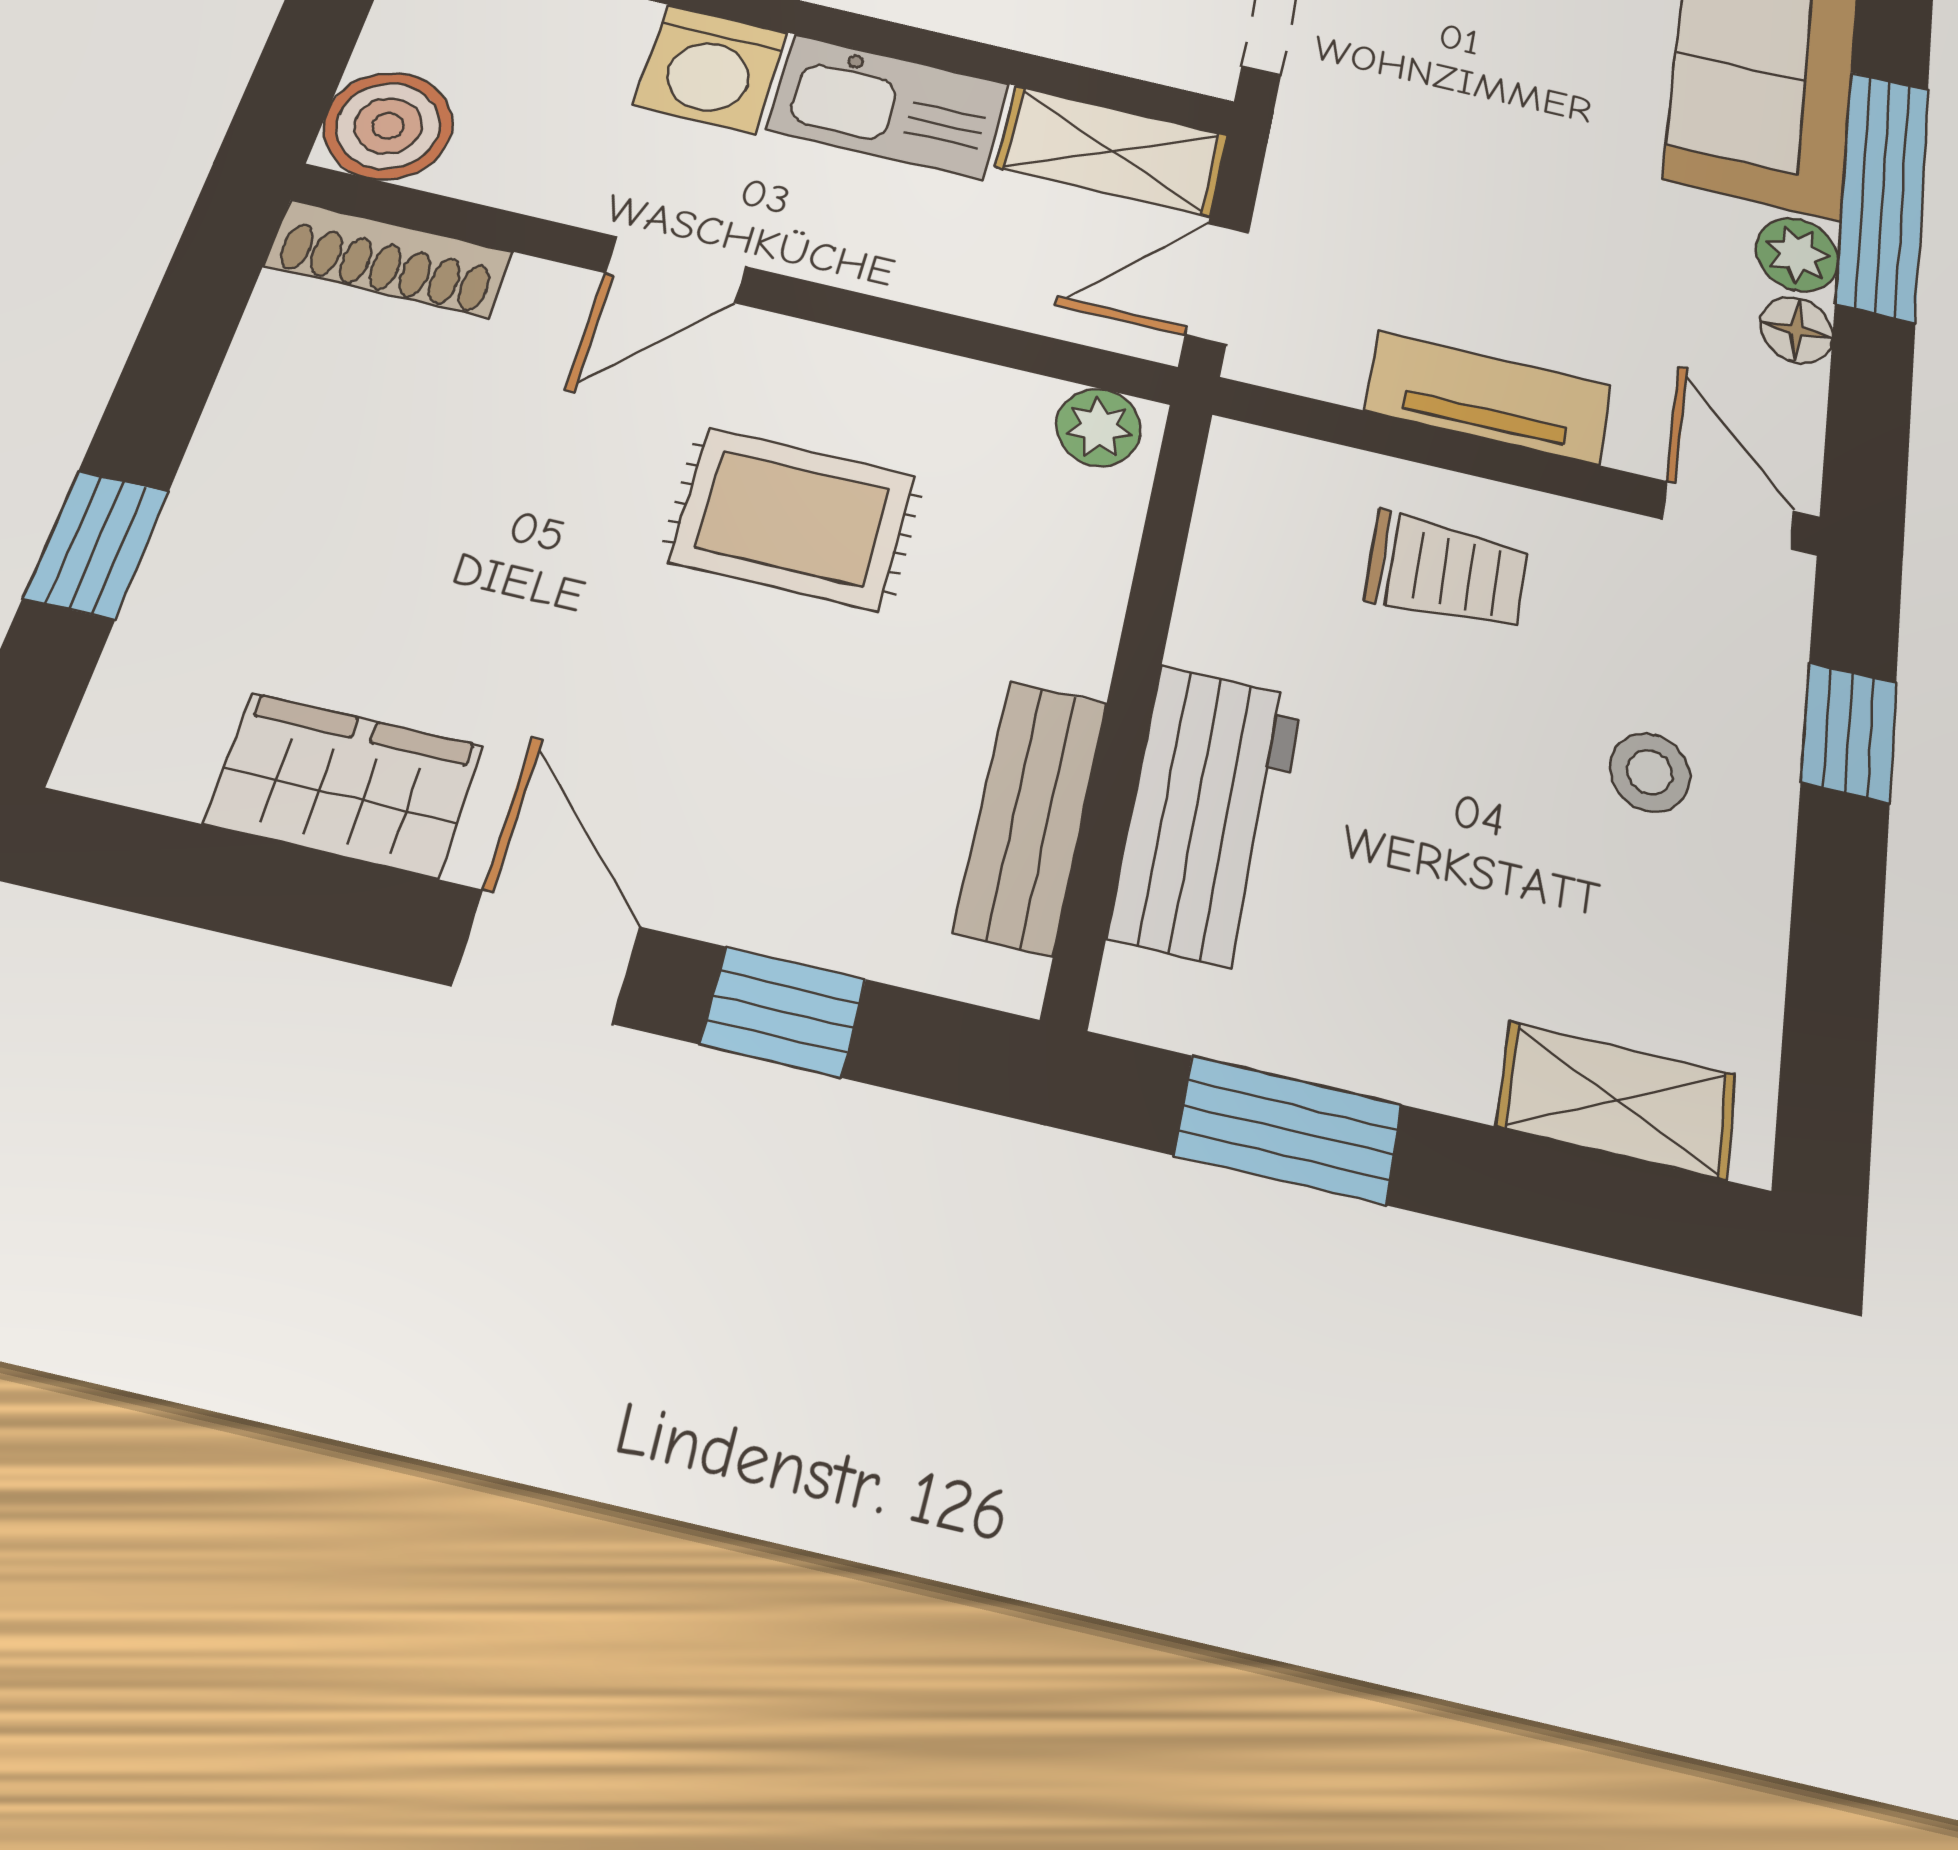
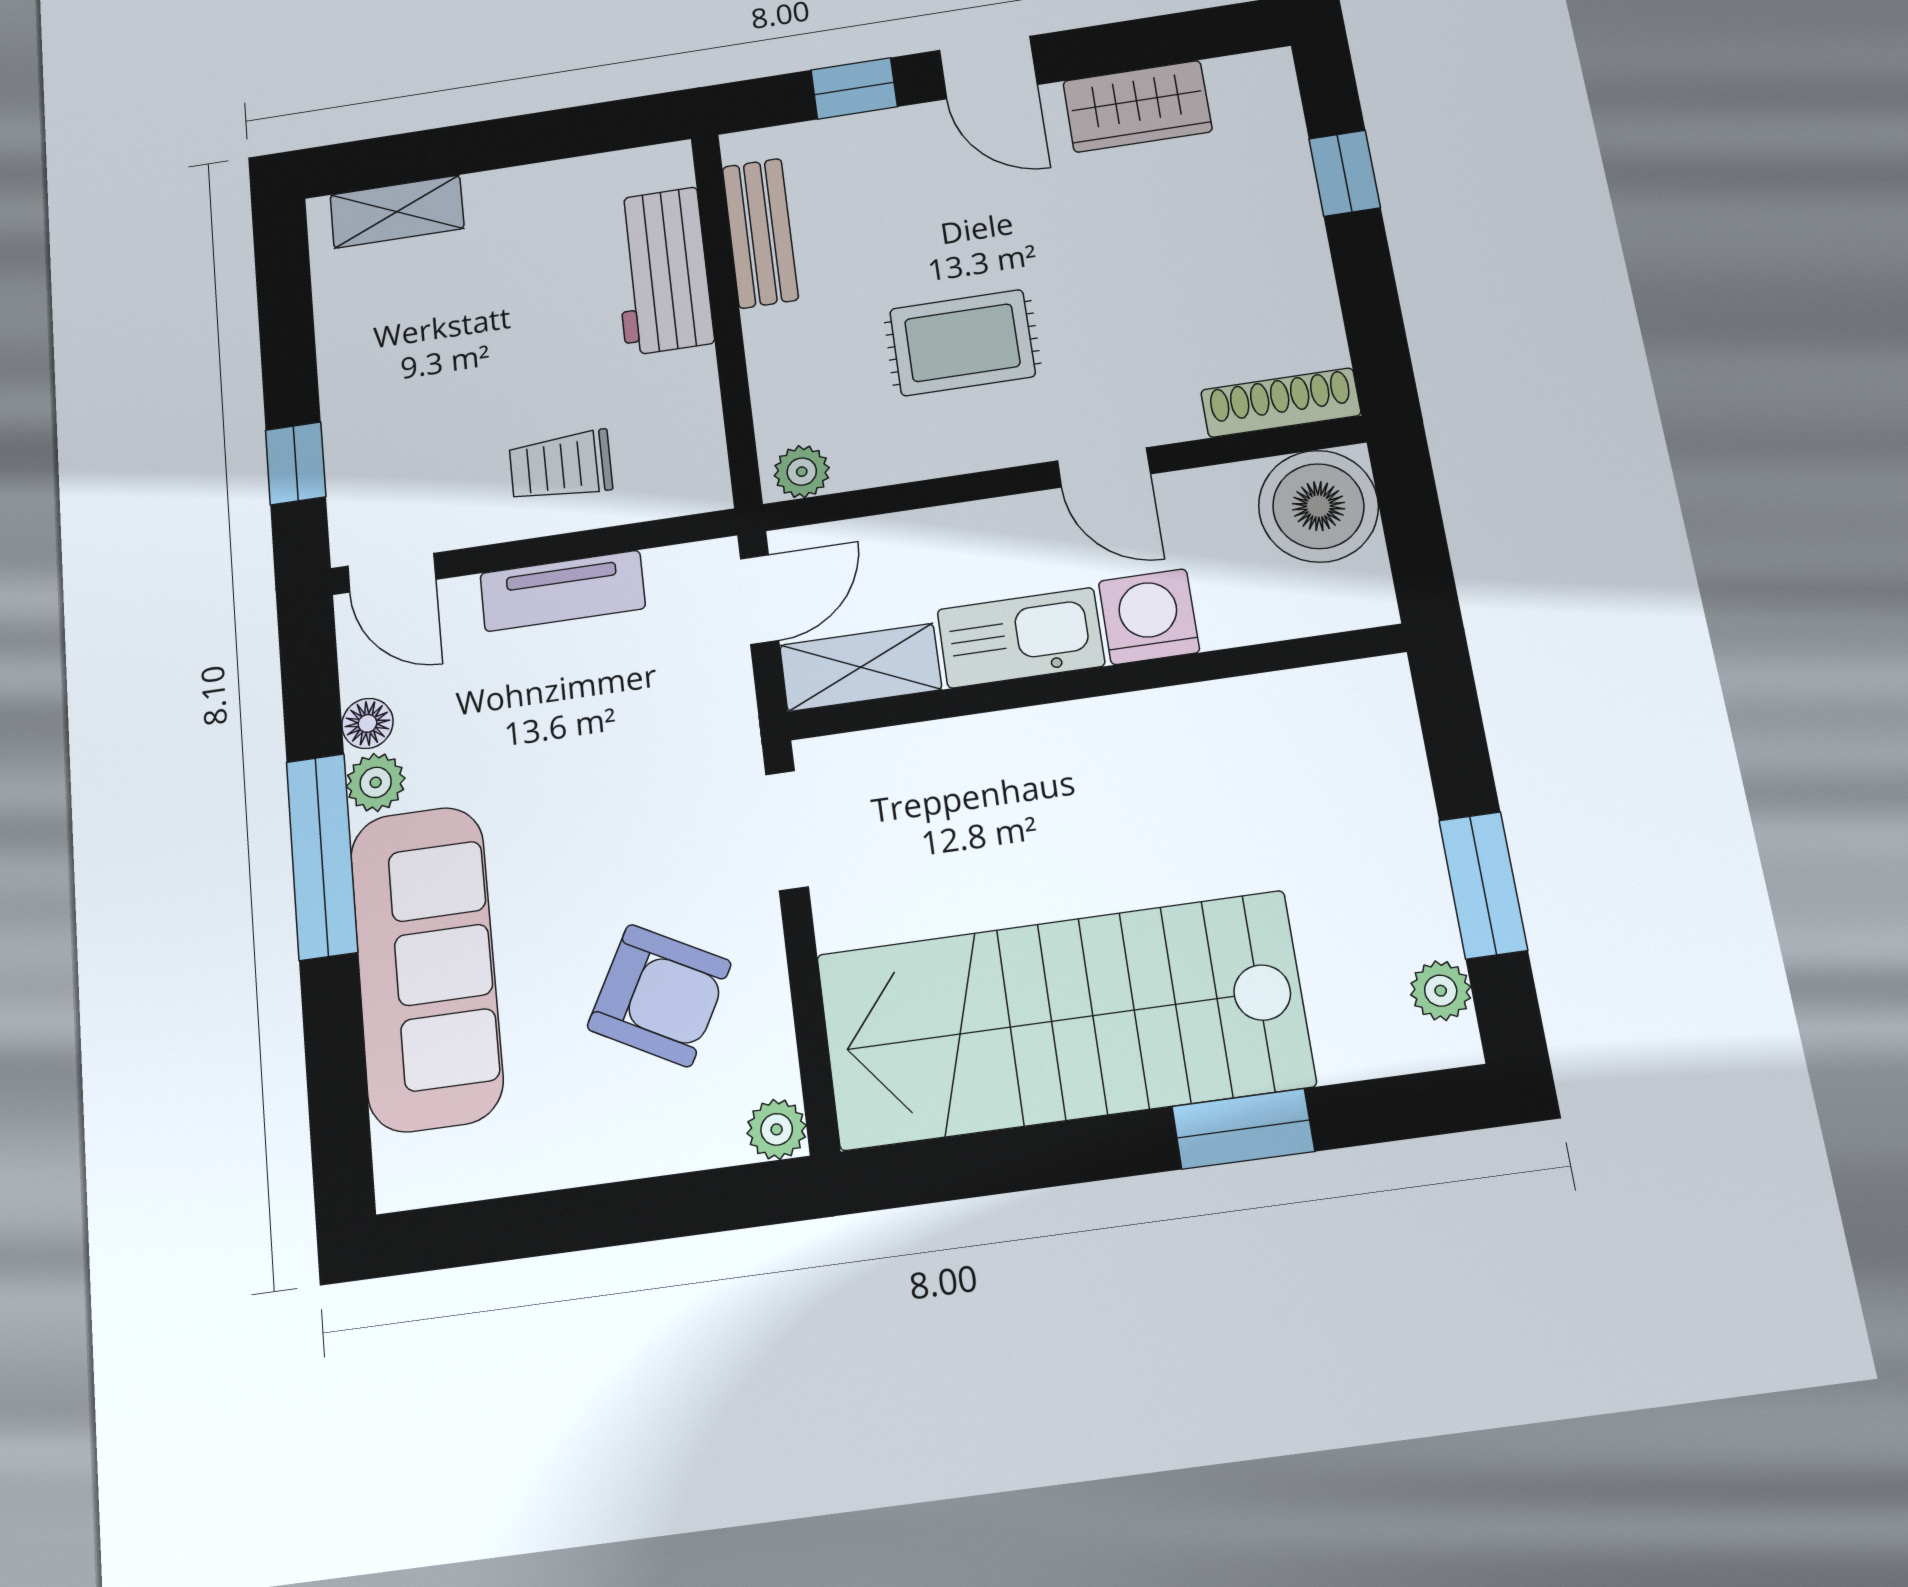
boiler: (388, 126) -> (1318, 506), width x1.37, depth x1.37
door: (676, 270) -> (1104, 467), swing flipped
stool: (1650, 772) -> (412, 393), removed
window: (1288, 1130) -> (570, 133), removed

